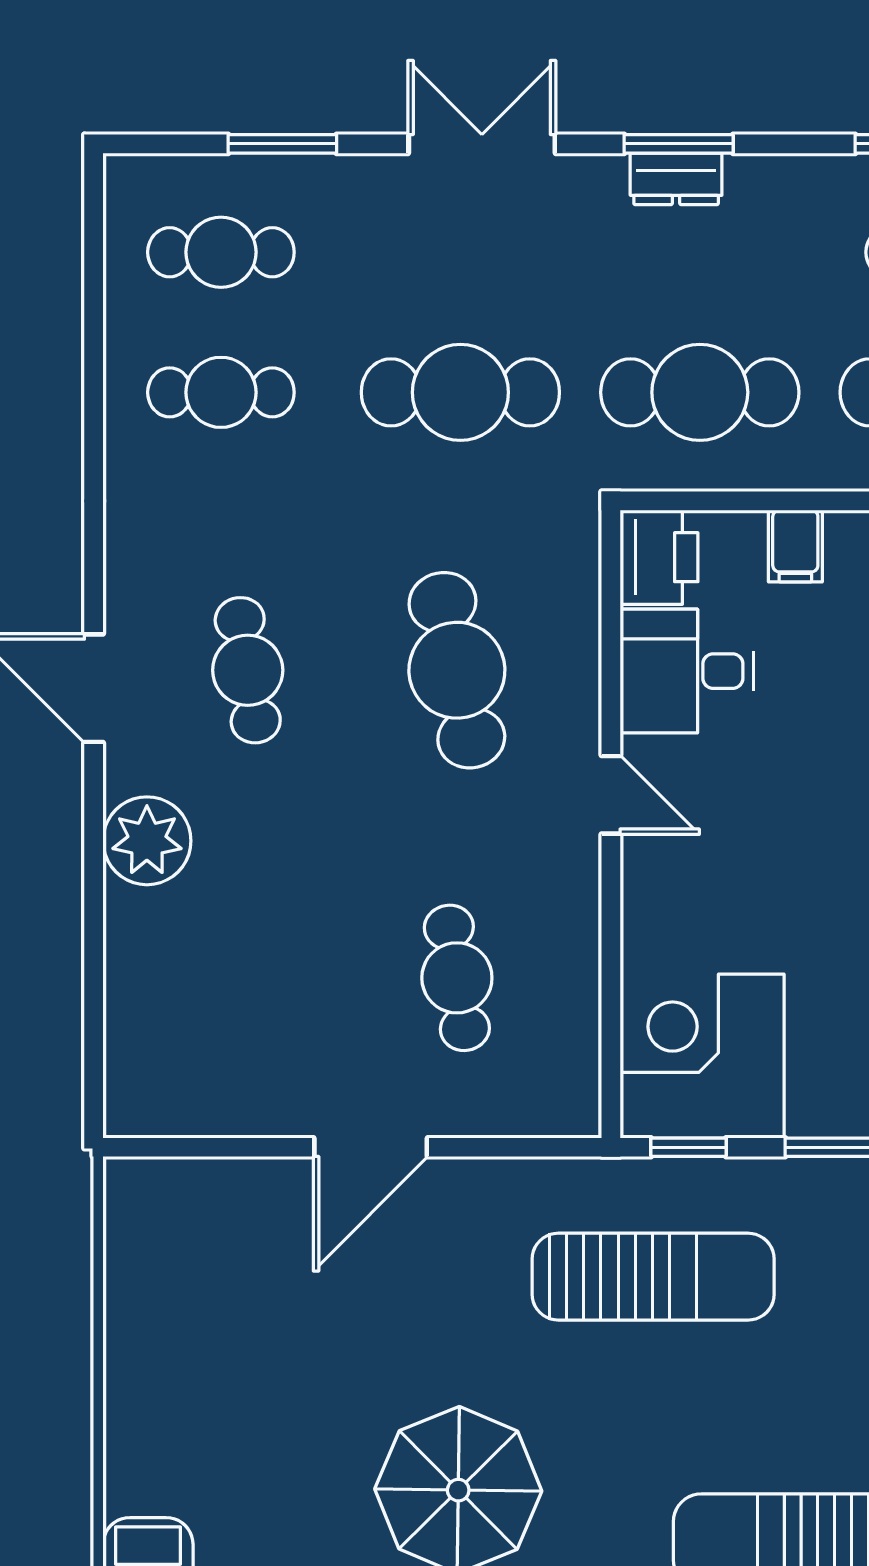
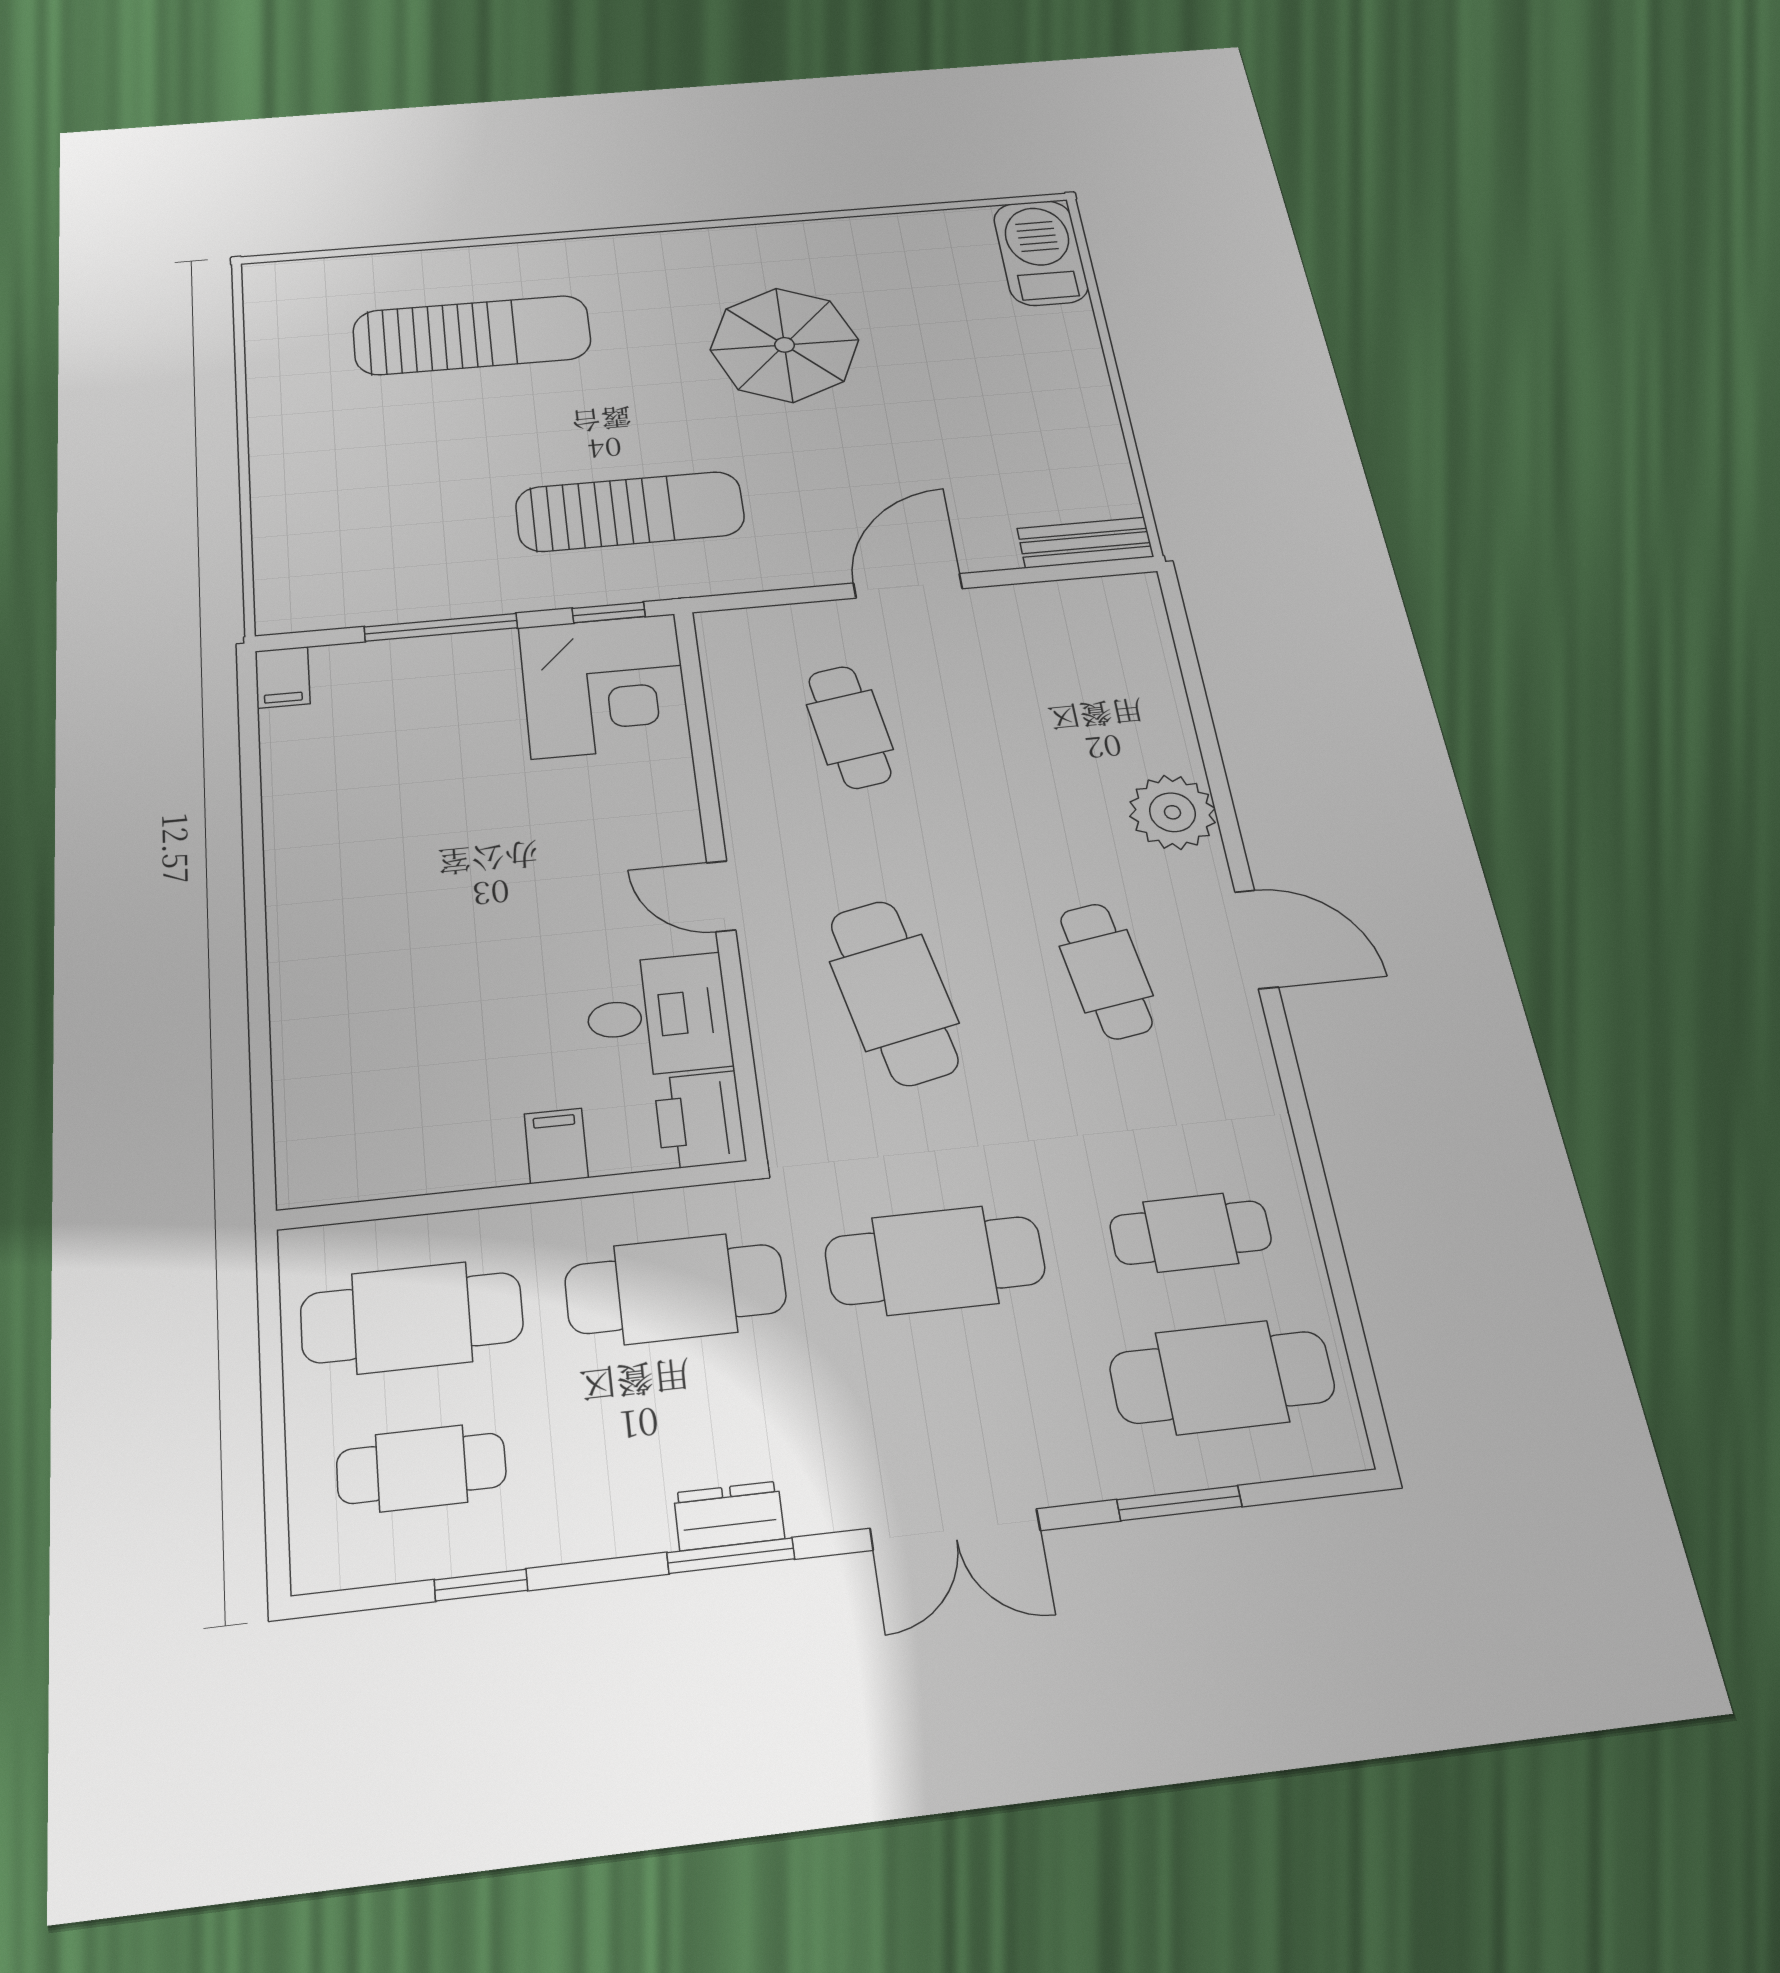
cafe table: (221, 252) -> (1222, 1377), width x1.37, depth x1.35
bench: (173, 1183) -> (1085, 543), added
sun lounger: (653, 1277) -> (630, 511), turned 180

